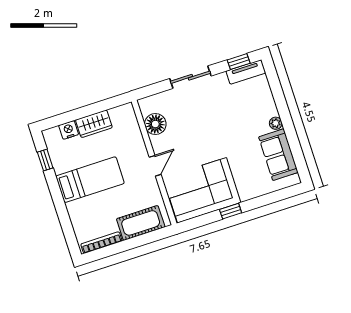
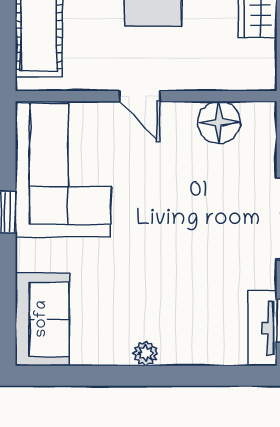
sofa: (278, 155) -> (42, 319), moved, turned 90

